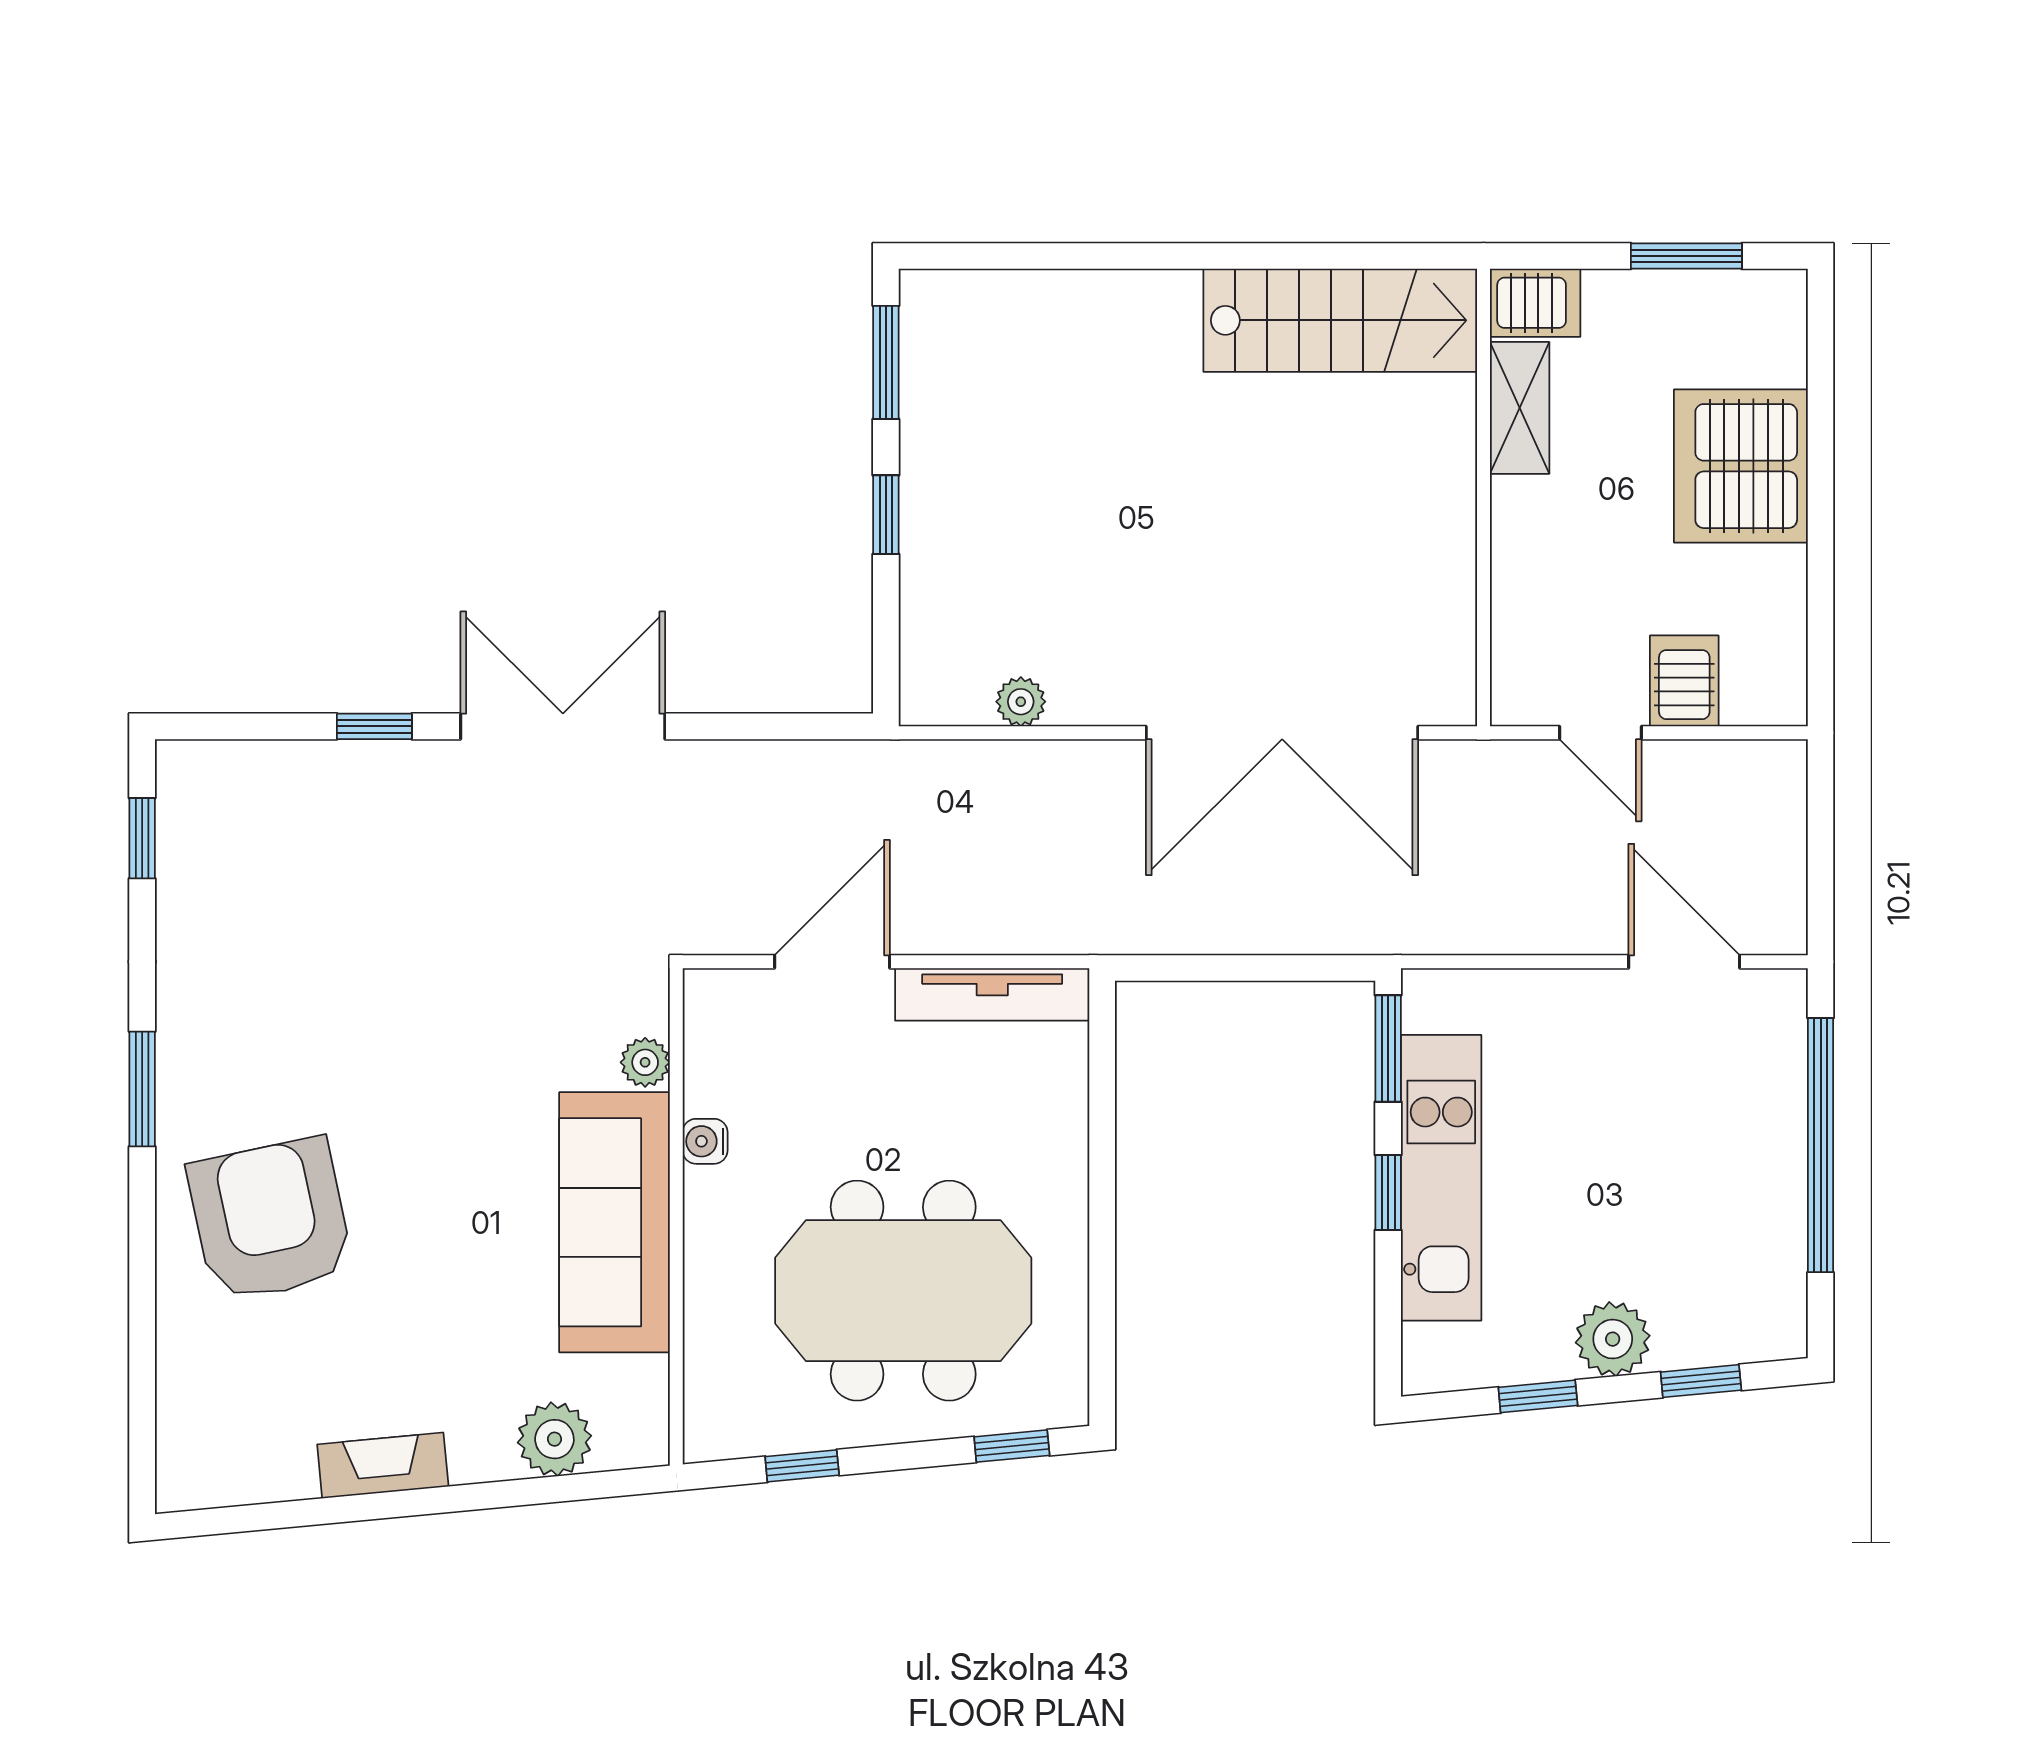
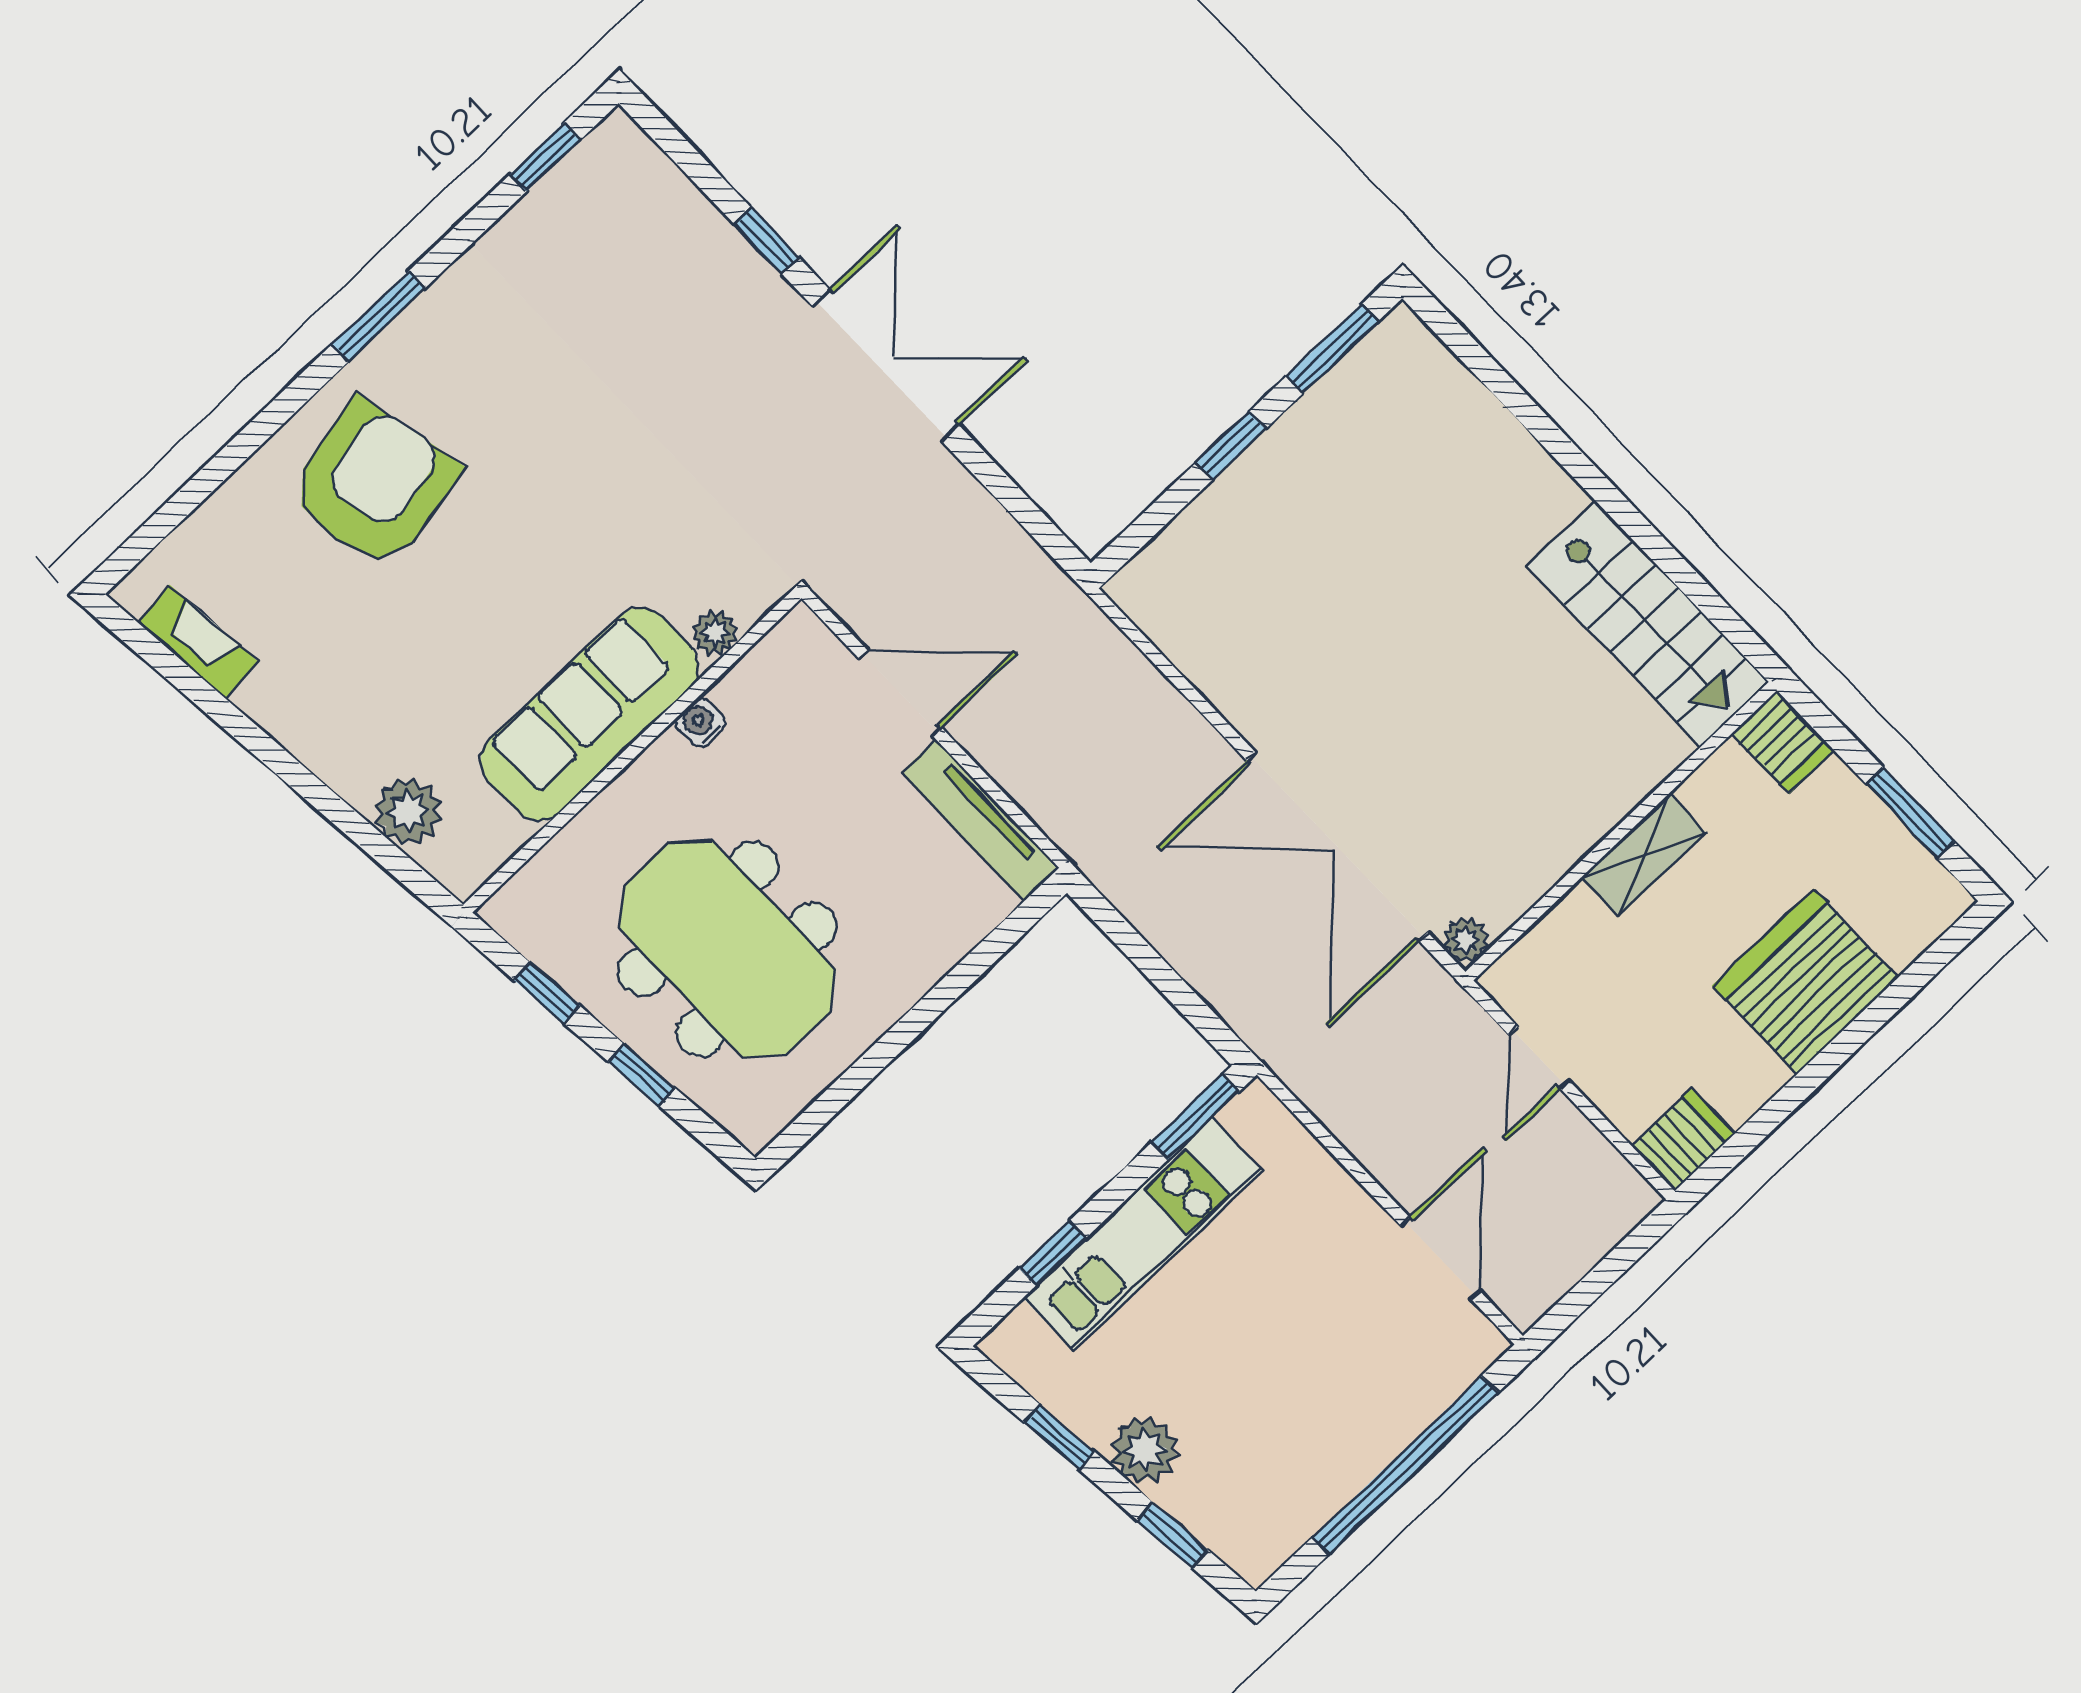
shelving: (1520, 408) -> (1644, 855), moved
server rack: (1684, 681) -> (1683, 1140), moved
plant: (1021, 702) -> (1466, 940), moved
window: (1388, 1192) -> (1053, 1253), moved
window: (1012, 1446) -> (642, 1075), moved
fireplace: (383, 1465) -> (197, 642), moved

